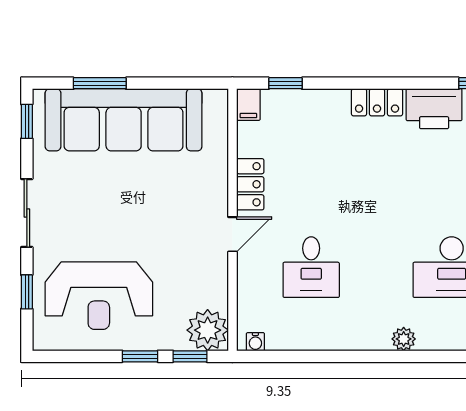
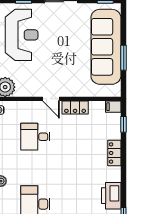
window: (100, 83) -> (124, 58), moved
locker: (377, 102) -> (114, 153), moved
reception desk: (99, 296) -> (22, 35), turned 180

